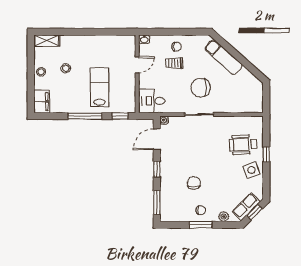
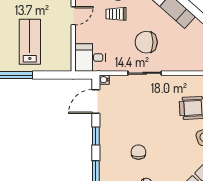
window: (120, 116) -> (53, 75), removed

